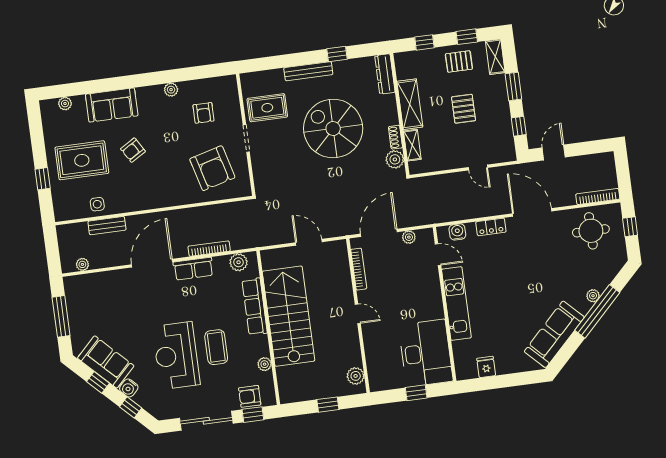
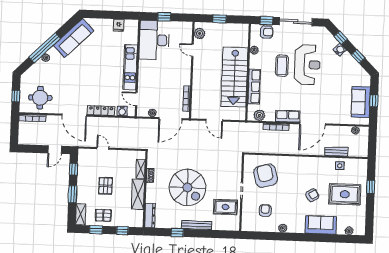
plant: (395, 159) -> (153, 162), removed
locker: (491, 227) -> (101, 111), width x1.53
door: (358, 314) -> (193, 50), moved
window: (61, 316) -> (374, 101), width x0.46
sofa: (106, 362) -> (361, 102), moved, turned 45

